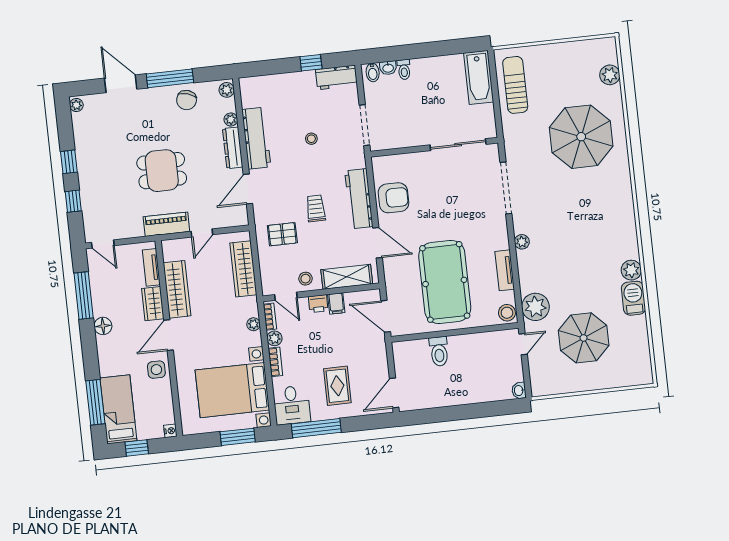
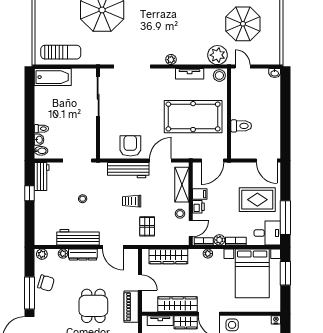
sun lounger: (515, 85) -> (61, 52), turned 180
rug: (337, 386) -> (257, 200), width x1.36, depth x1.43

